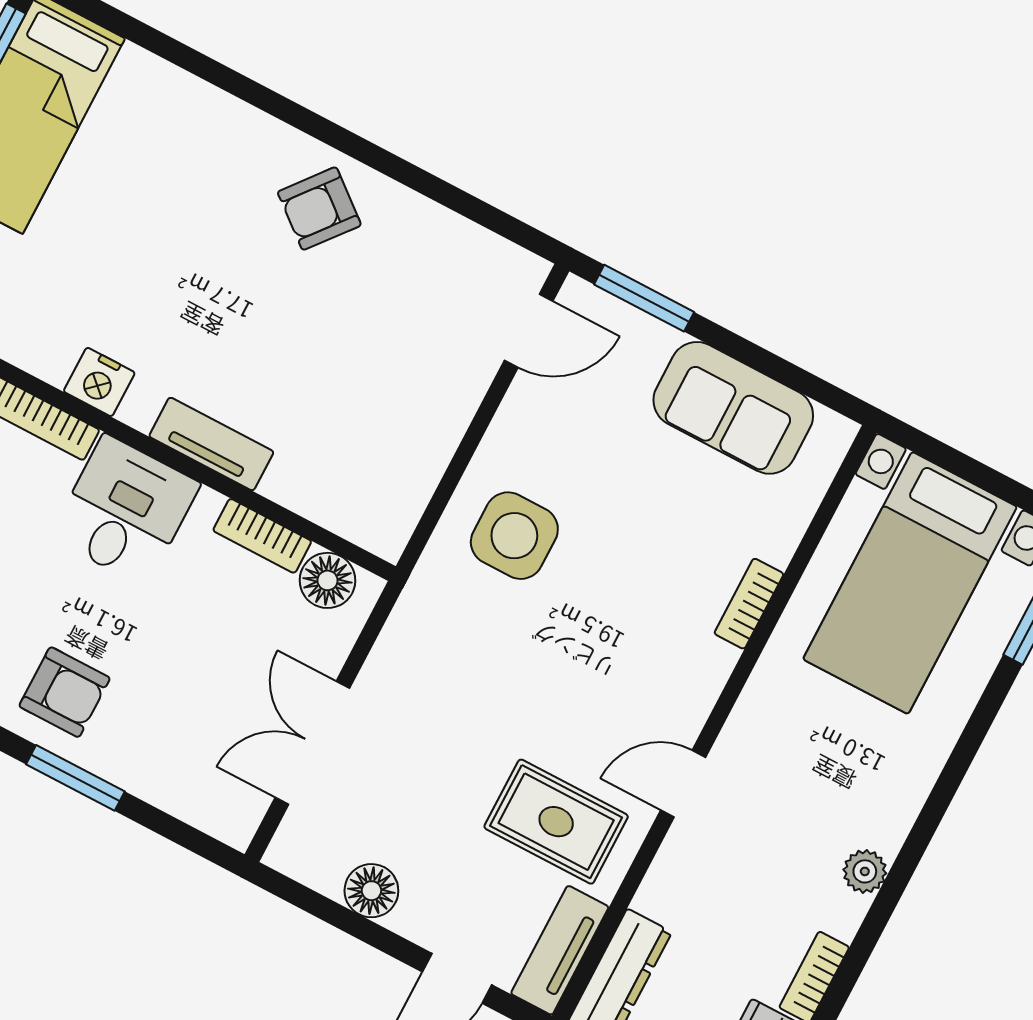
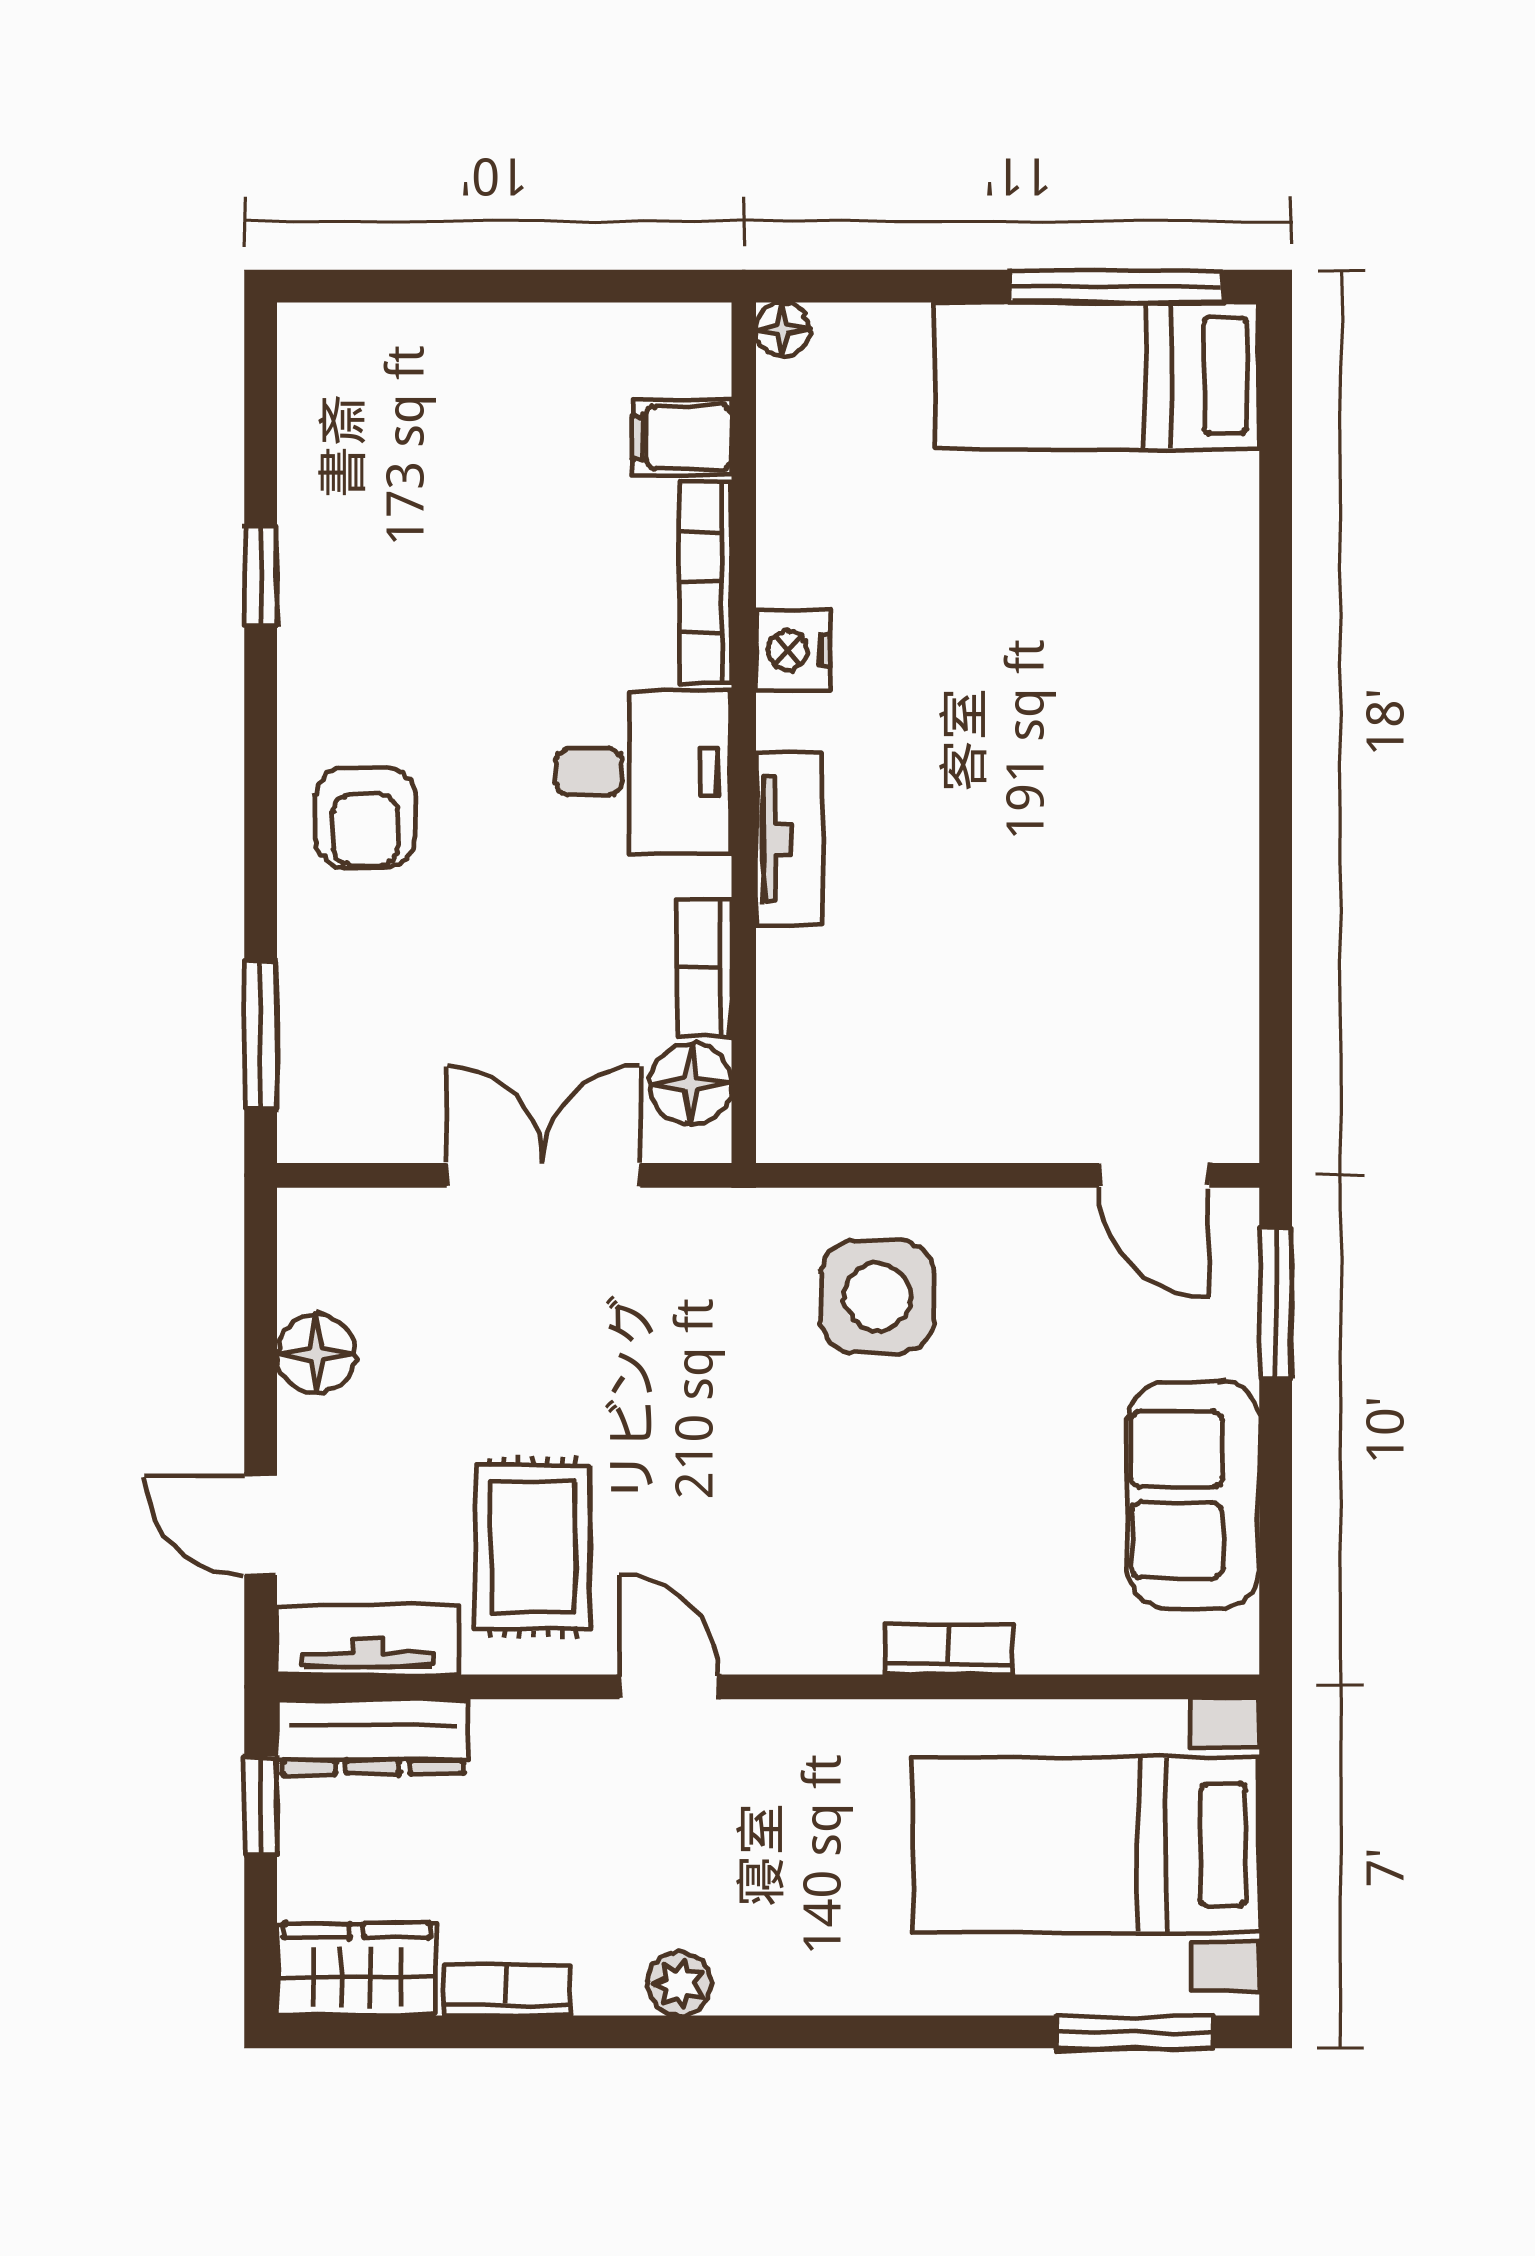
armchair: (319, 209) -> (1170, 819), removed
double door: (312, 743) -> (543, 1175), moved
window: (75, 778) -> (261, 1035), moved

